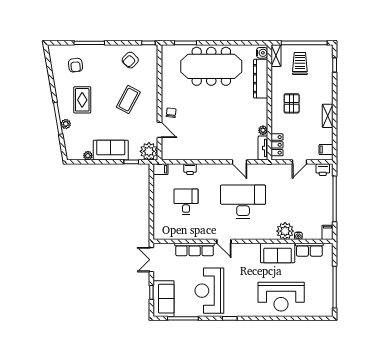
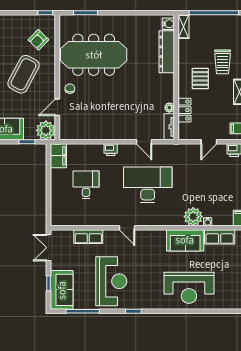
armchair: (130, 60) -> (38, 40), moved
trolley: (300, 64) -> (223, 62), moved, turned 180
meeting table: (211, 66) -> (94, 55), moved
coffee table: (128, 100) -> (23, 74), width x1.36, depth x1.32
door: (160, 130) -> (57, 107), swing flipped
locker: (277, 145) -> (184, 110), moved
filing cabinet: (160, 169) -> (58, 156), width x2.00
printer: (190, 169) -> (111, 150), moved
row of seats: (195, 249) -> (88, 237), width x0.68
reception desk: (209, 291) -> (111, 281), turned 180

